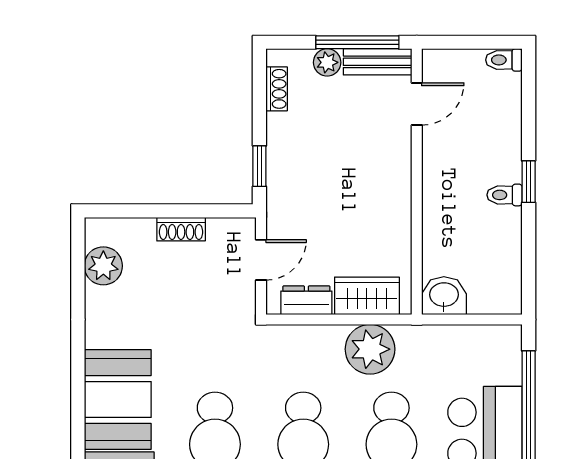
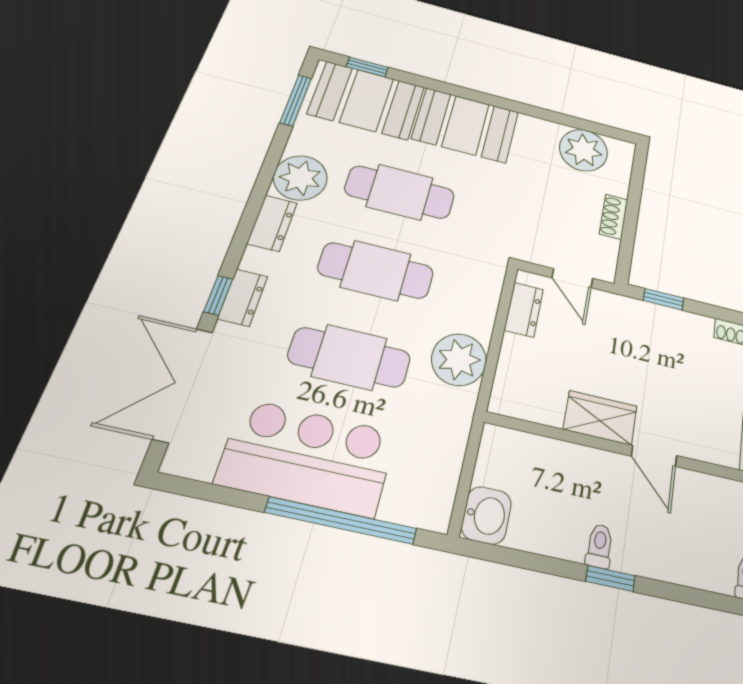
door: (417, 104) -> (654, 456), moved
plant: (103, 266) -> (583, 150), width x1.36, depth x1.36
wardrobe: (367, 296) -> (600, 418), moved, turned -90
washbasin: (444, 296) -> (486, 515), moved

